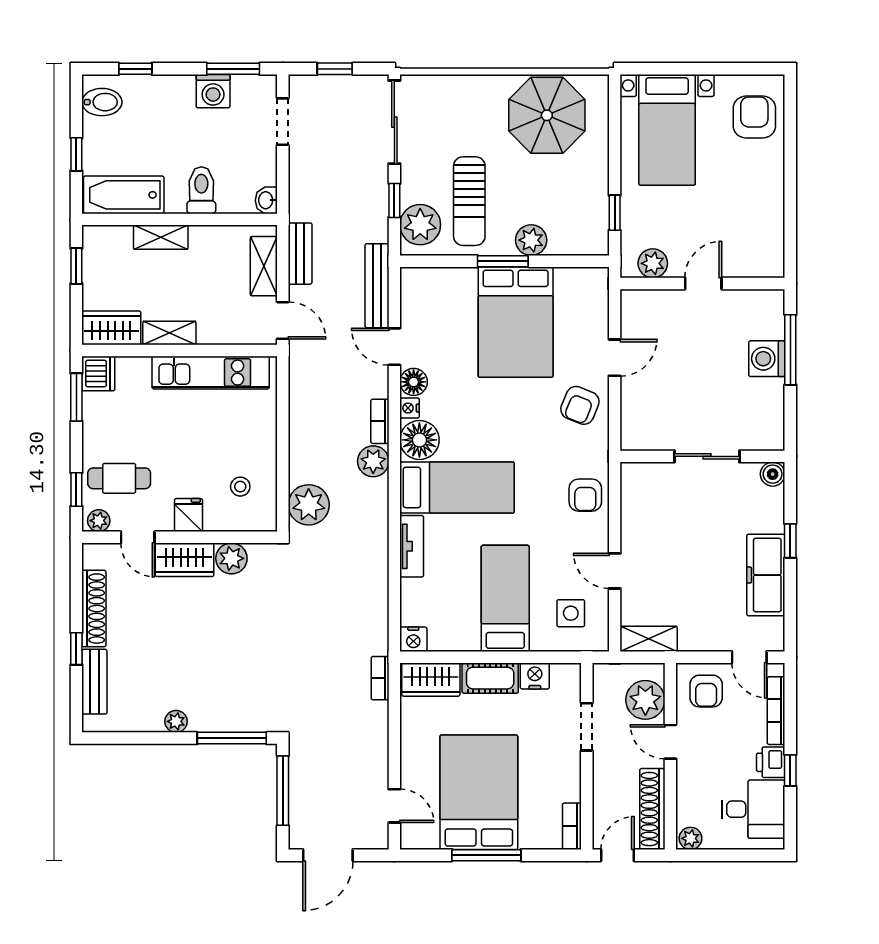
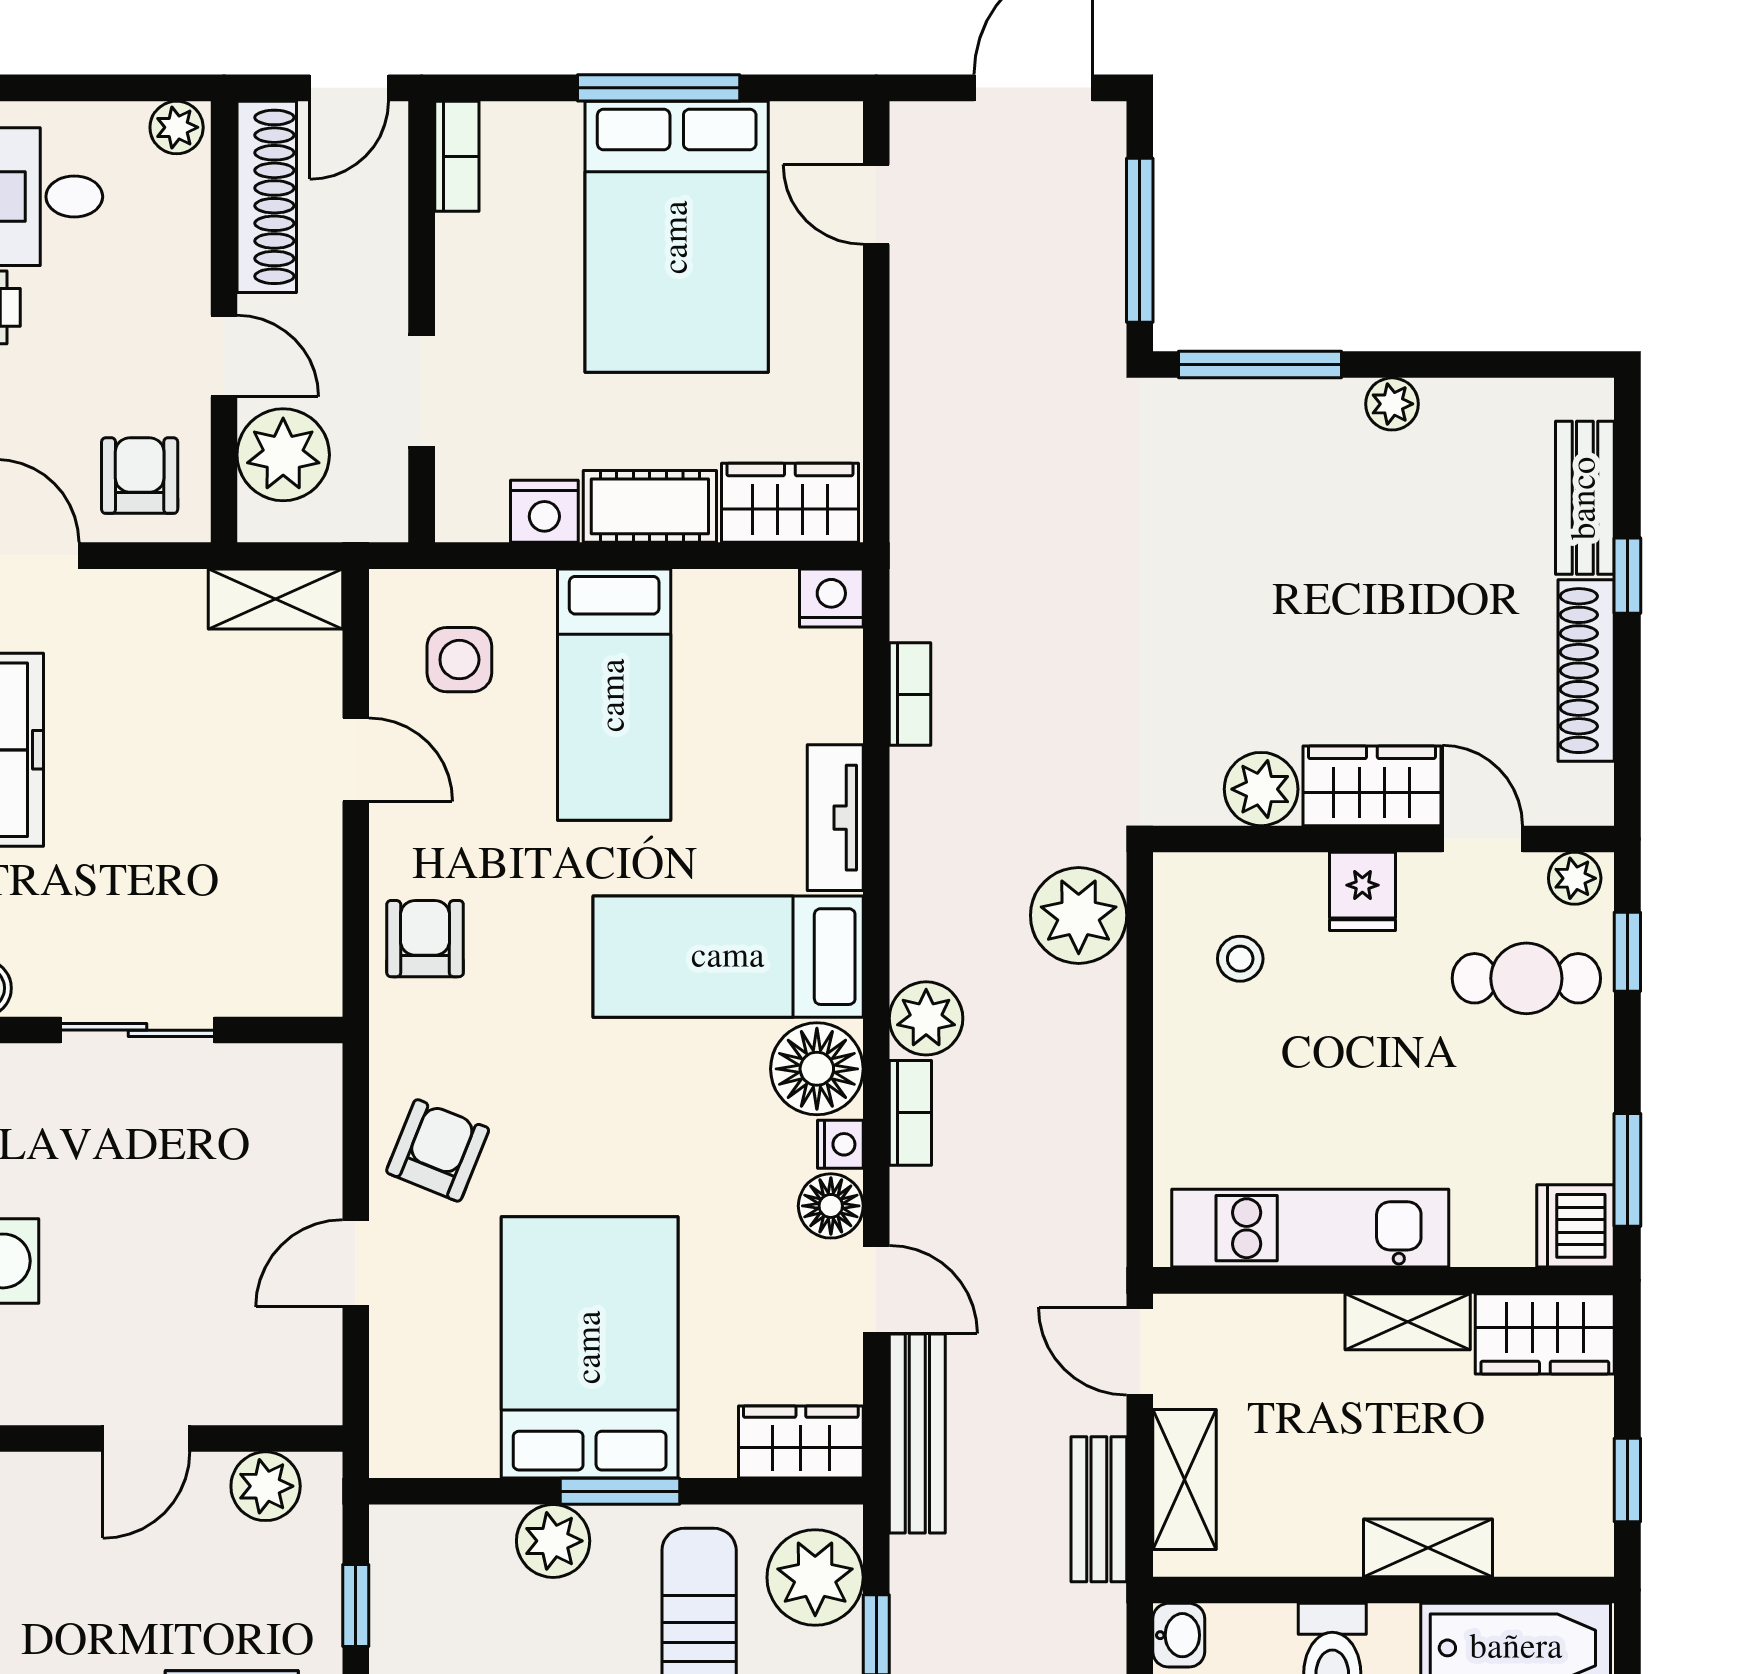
wardrobe: (426, 282) -> (801, 1442), added
bookcase: (380, 678) -> (910, 694), moved

